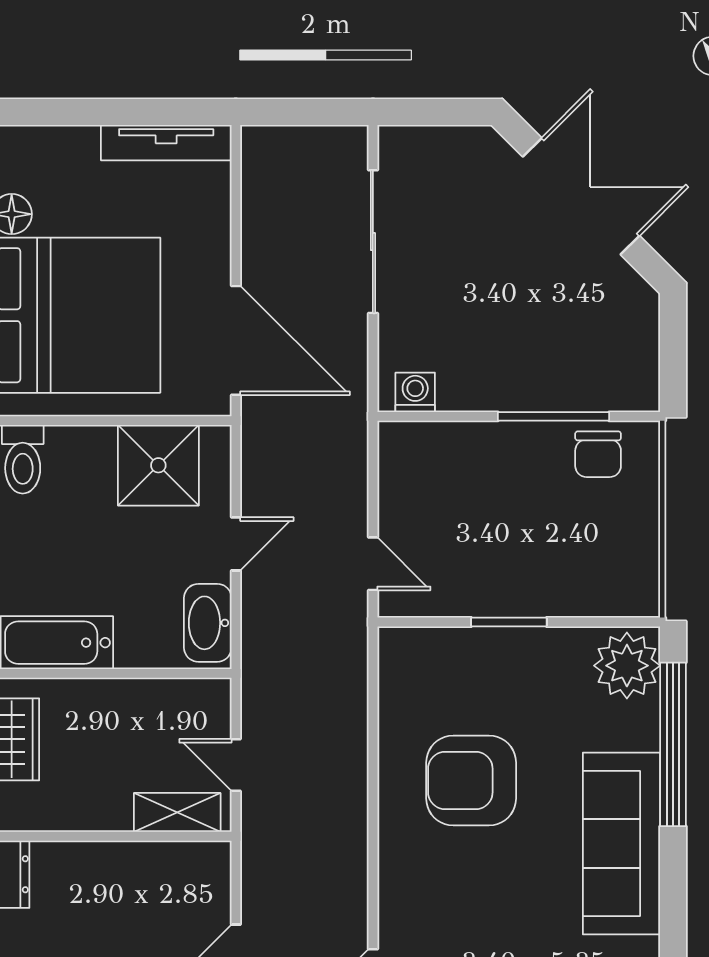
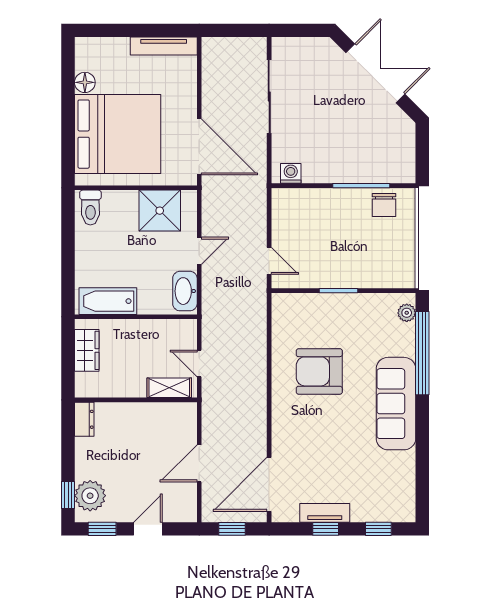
plant: (627, 666) -> (407, 313), width x0.53, depth x0.53

